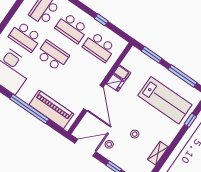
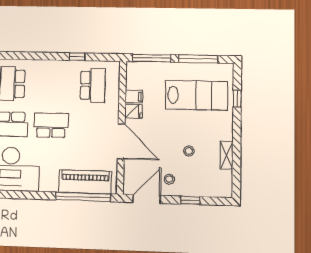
school desk: (72, 28) -> (52, 85), removed
school desk: (99, 47) -> (93, 85), turned -90
window: (152, 55) -> (152, 58), width x1.44
window: (29, 109) -> (83, 197), moved

